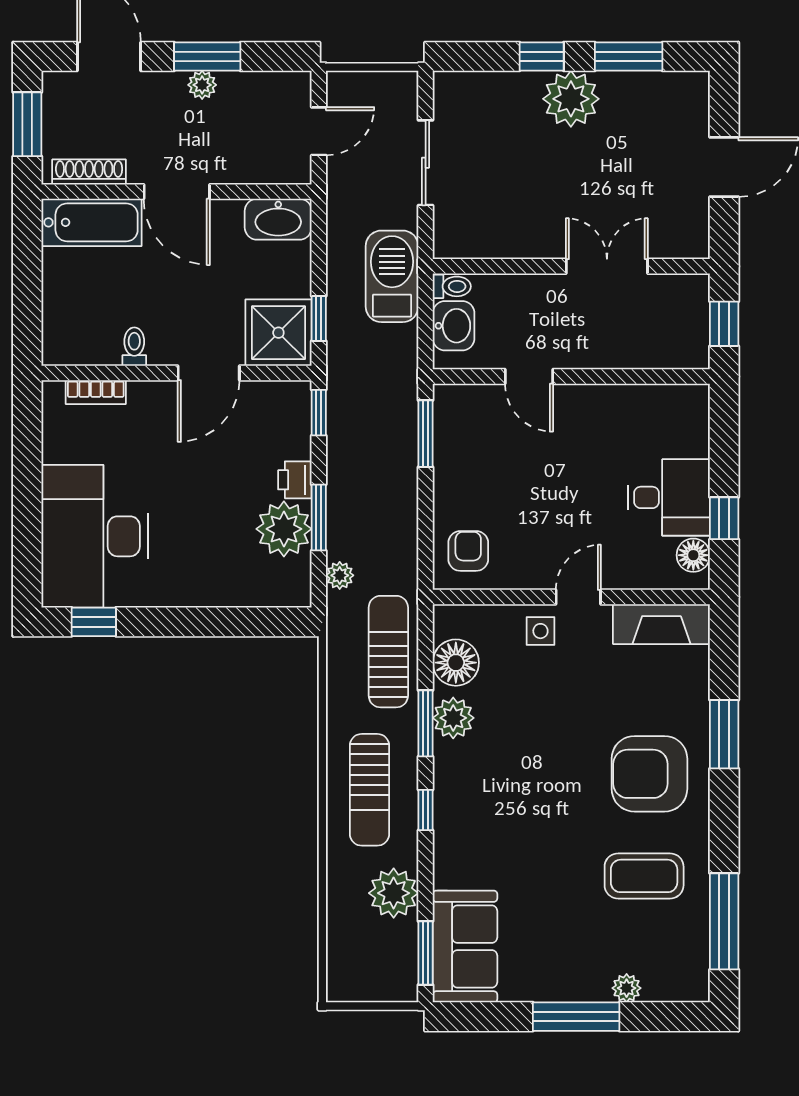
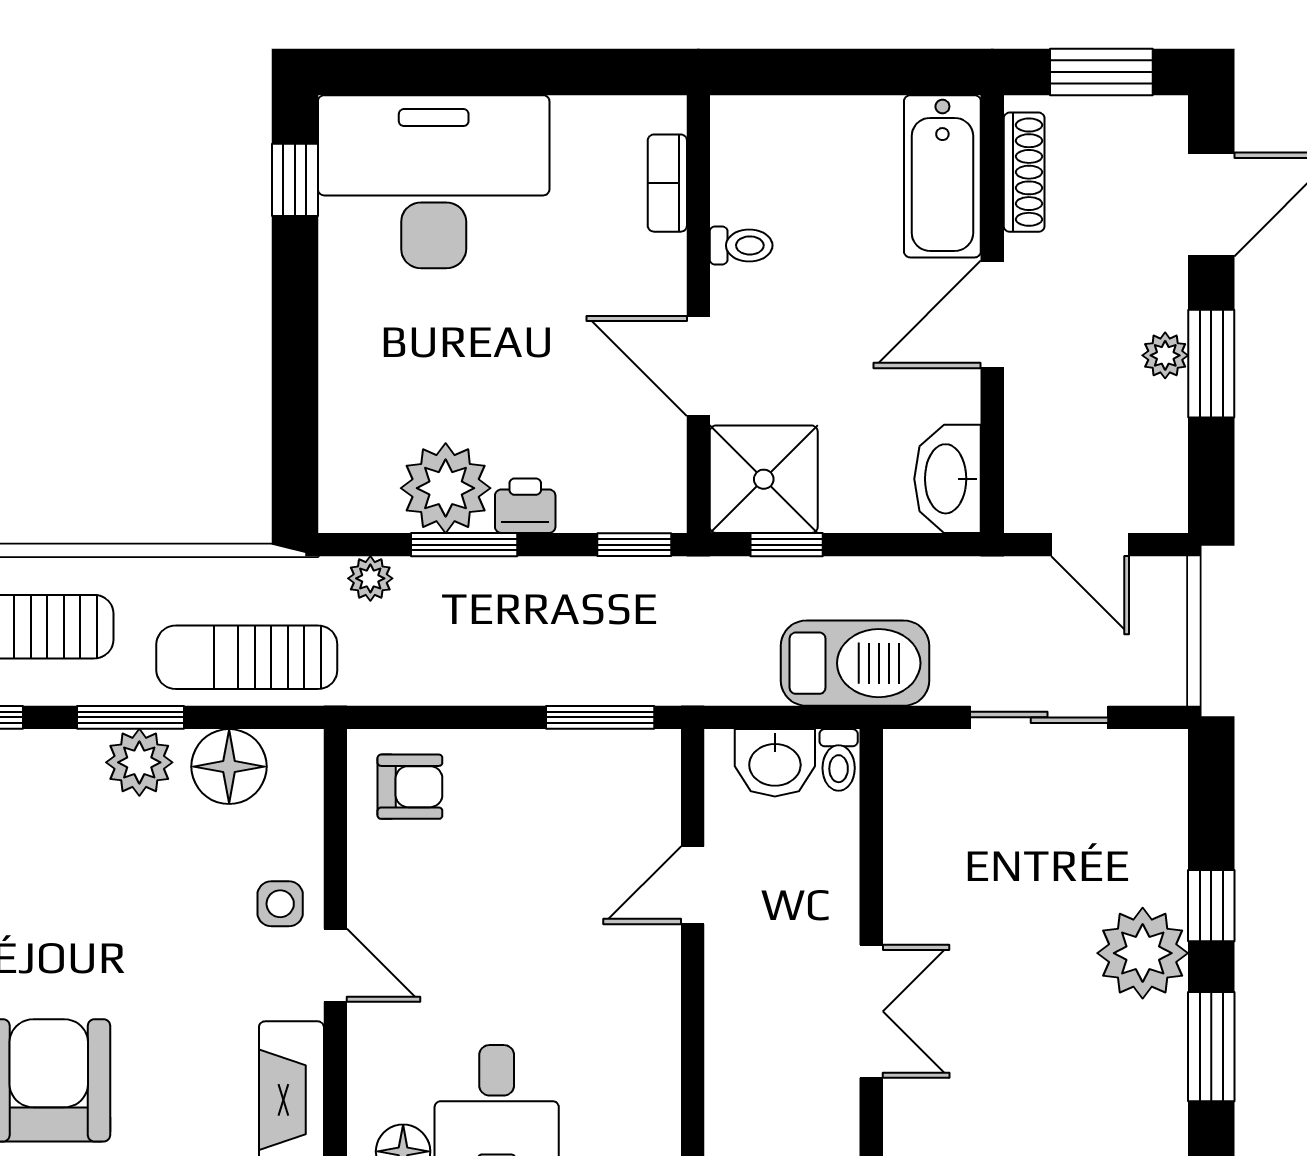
sun lounger: (388, 652) -> (247, 657), turned 180

